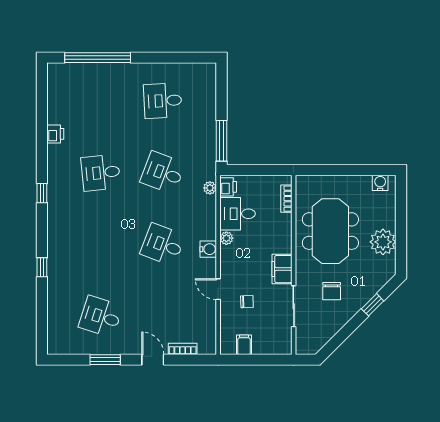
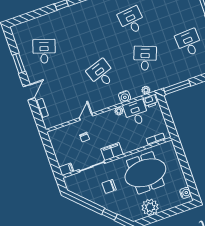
desk: (163, 245) -> (101, 74), turned -39
water cooler: (208, 249) -> (125, 97), moved
filing cabinet: (244, 345) -> (66, 169), moved

